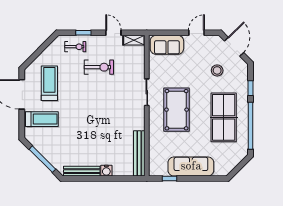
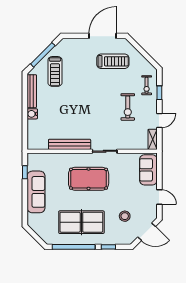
treadmill: (42, 119) -> (55, 71), moved
bench: (139, 153) -> (70, 144), moved

